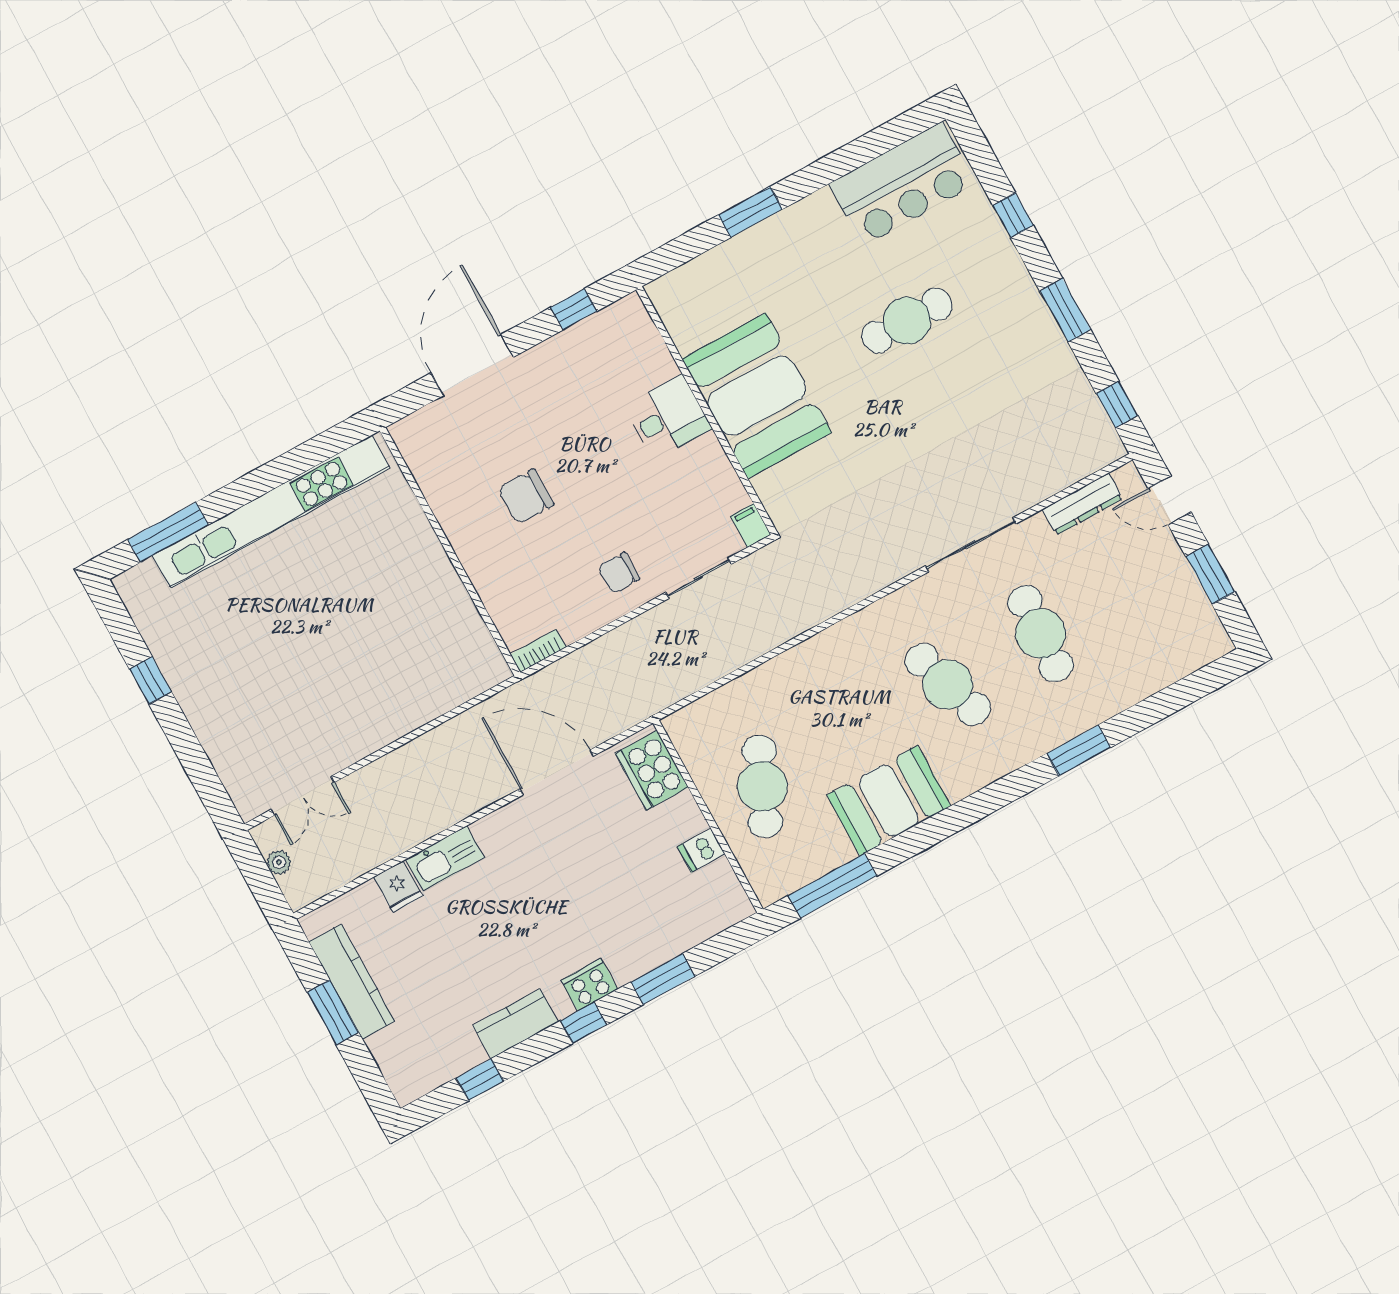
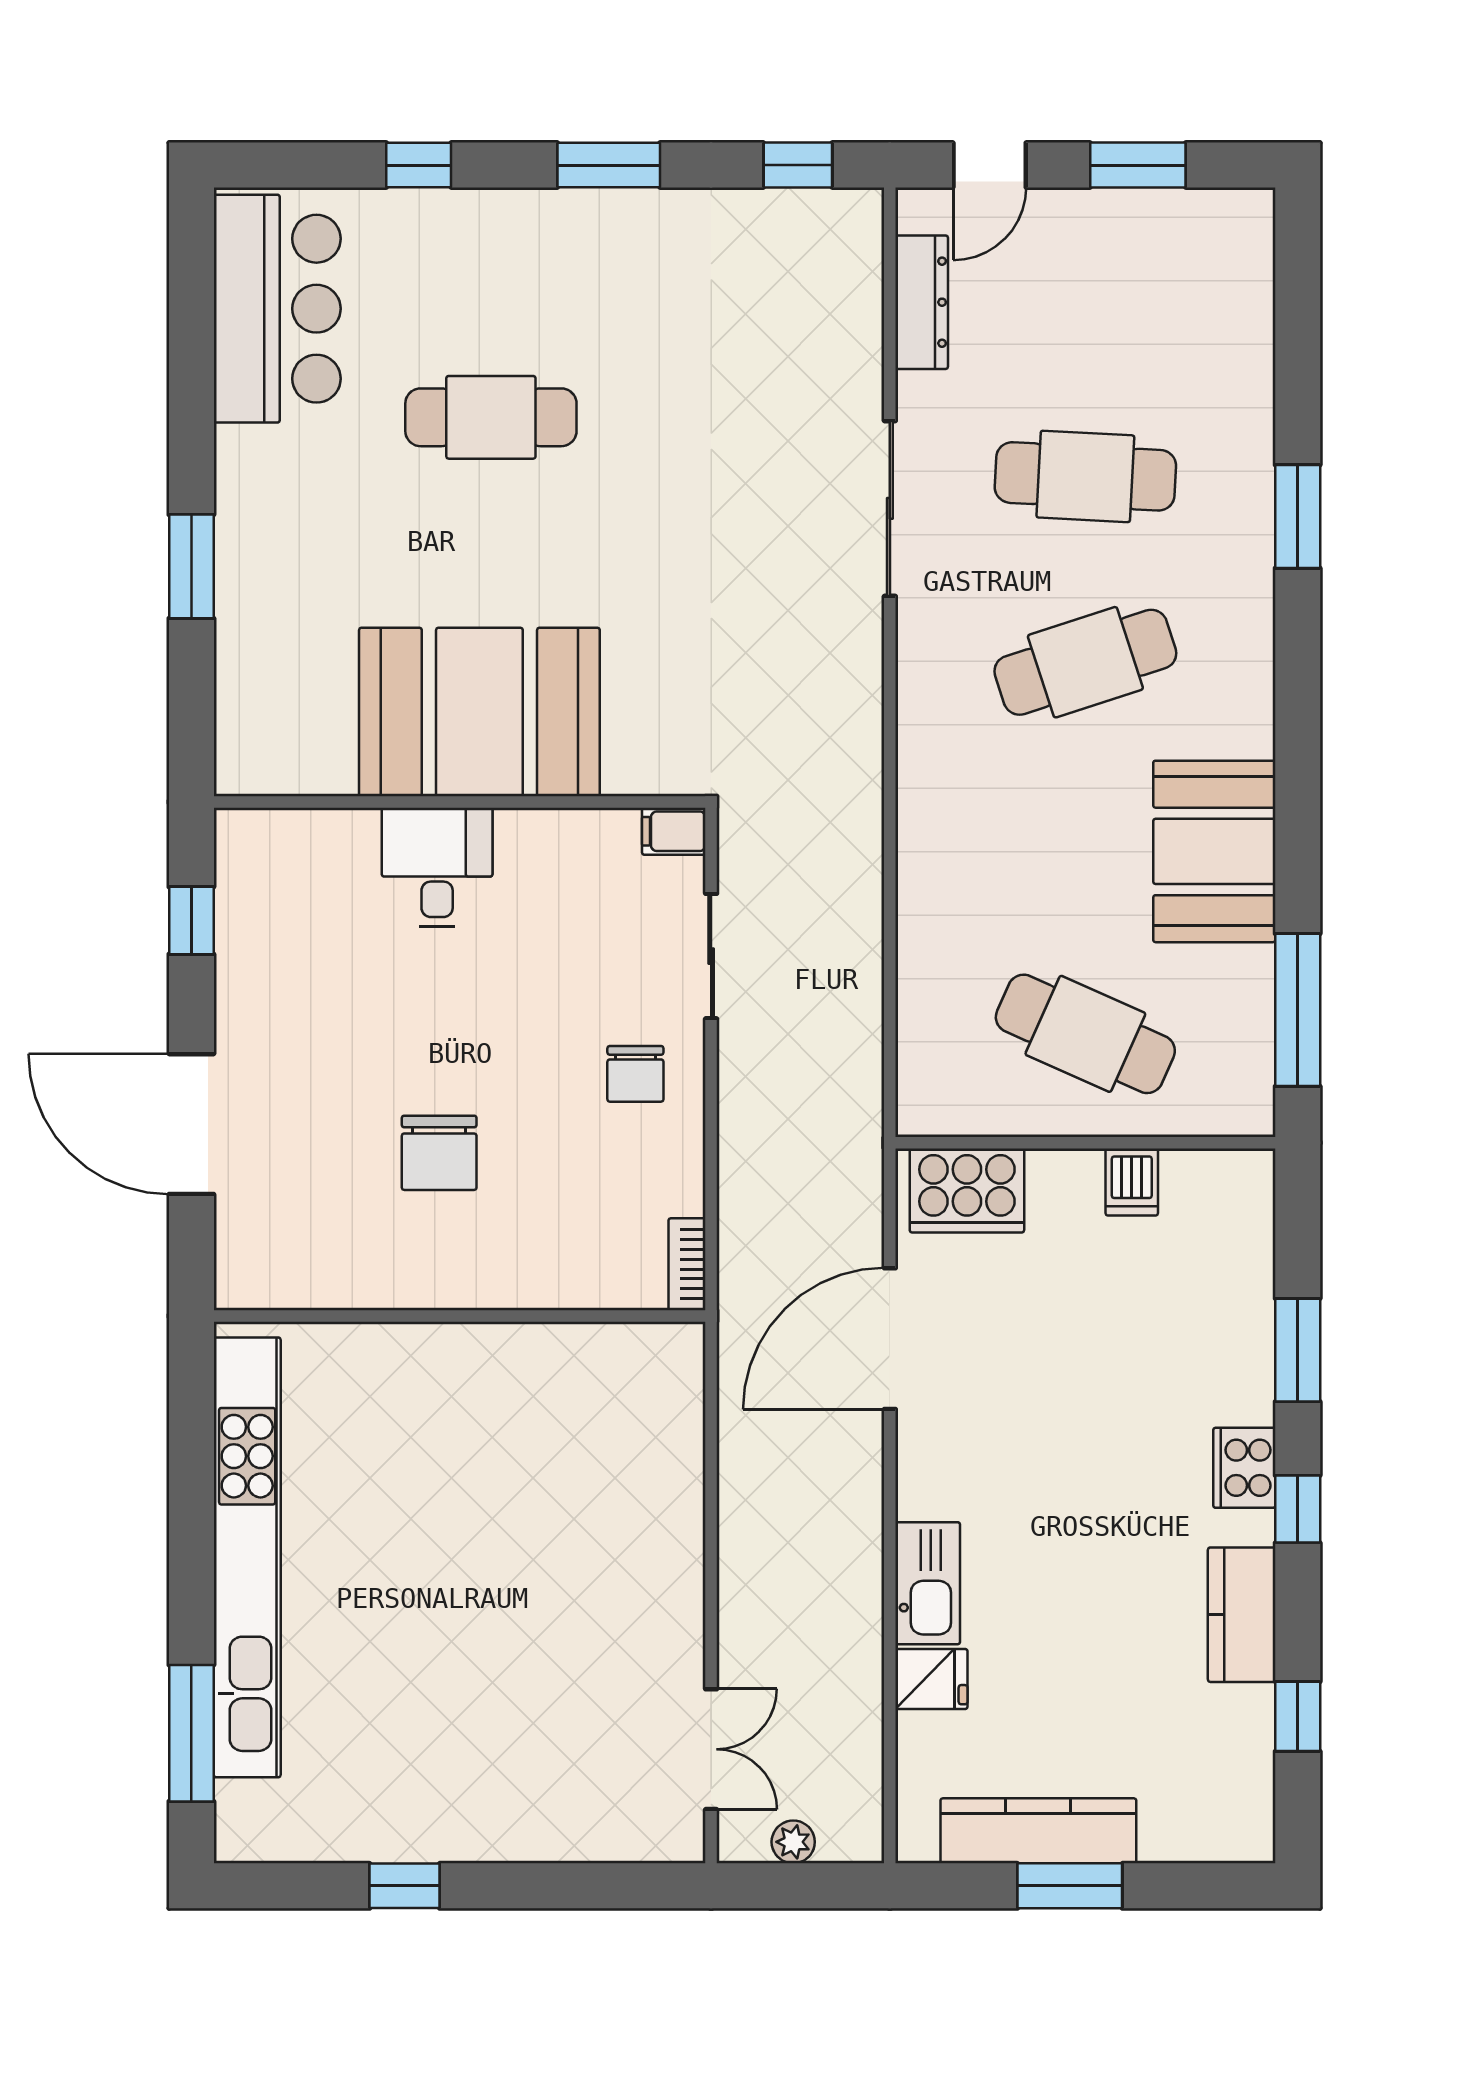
cafe table: (907, 321) -> (491, 417), turned 90

